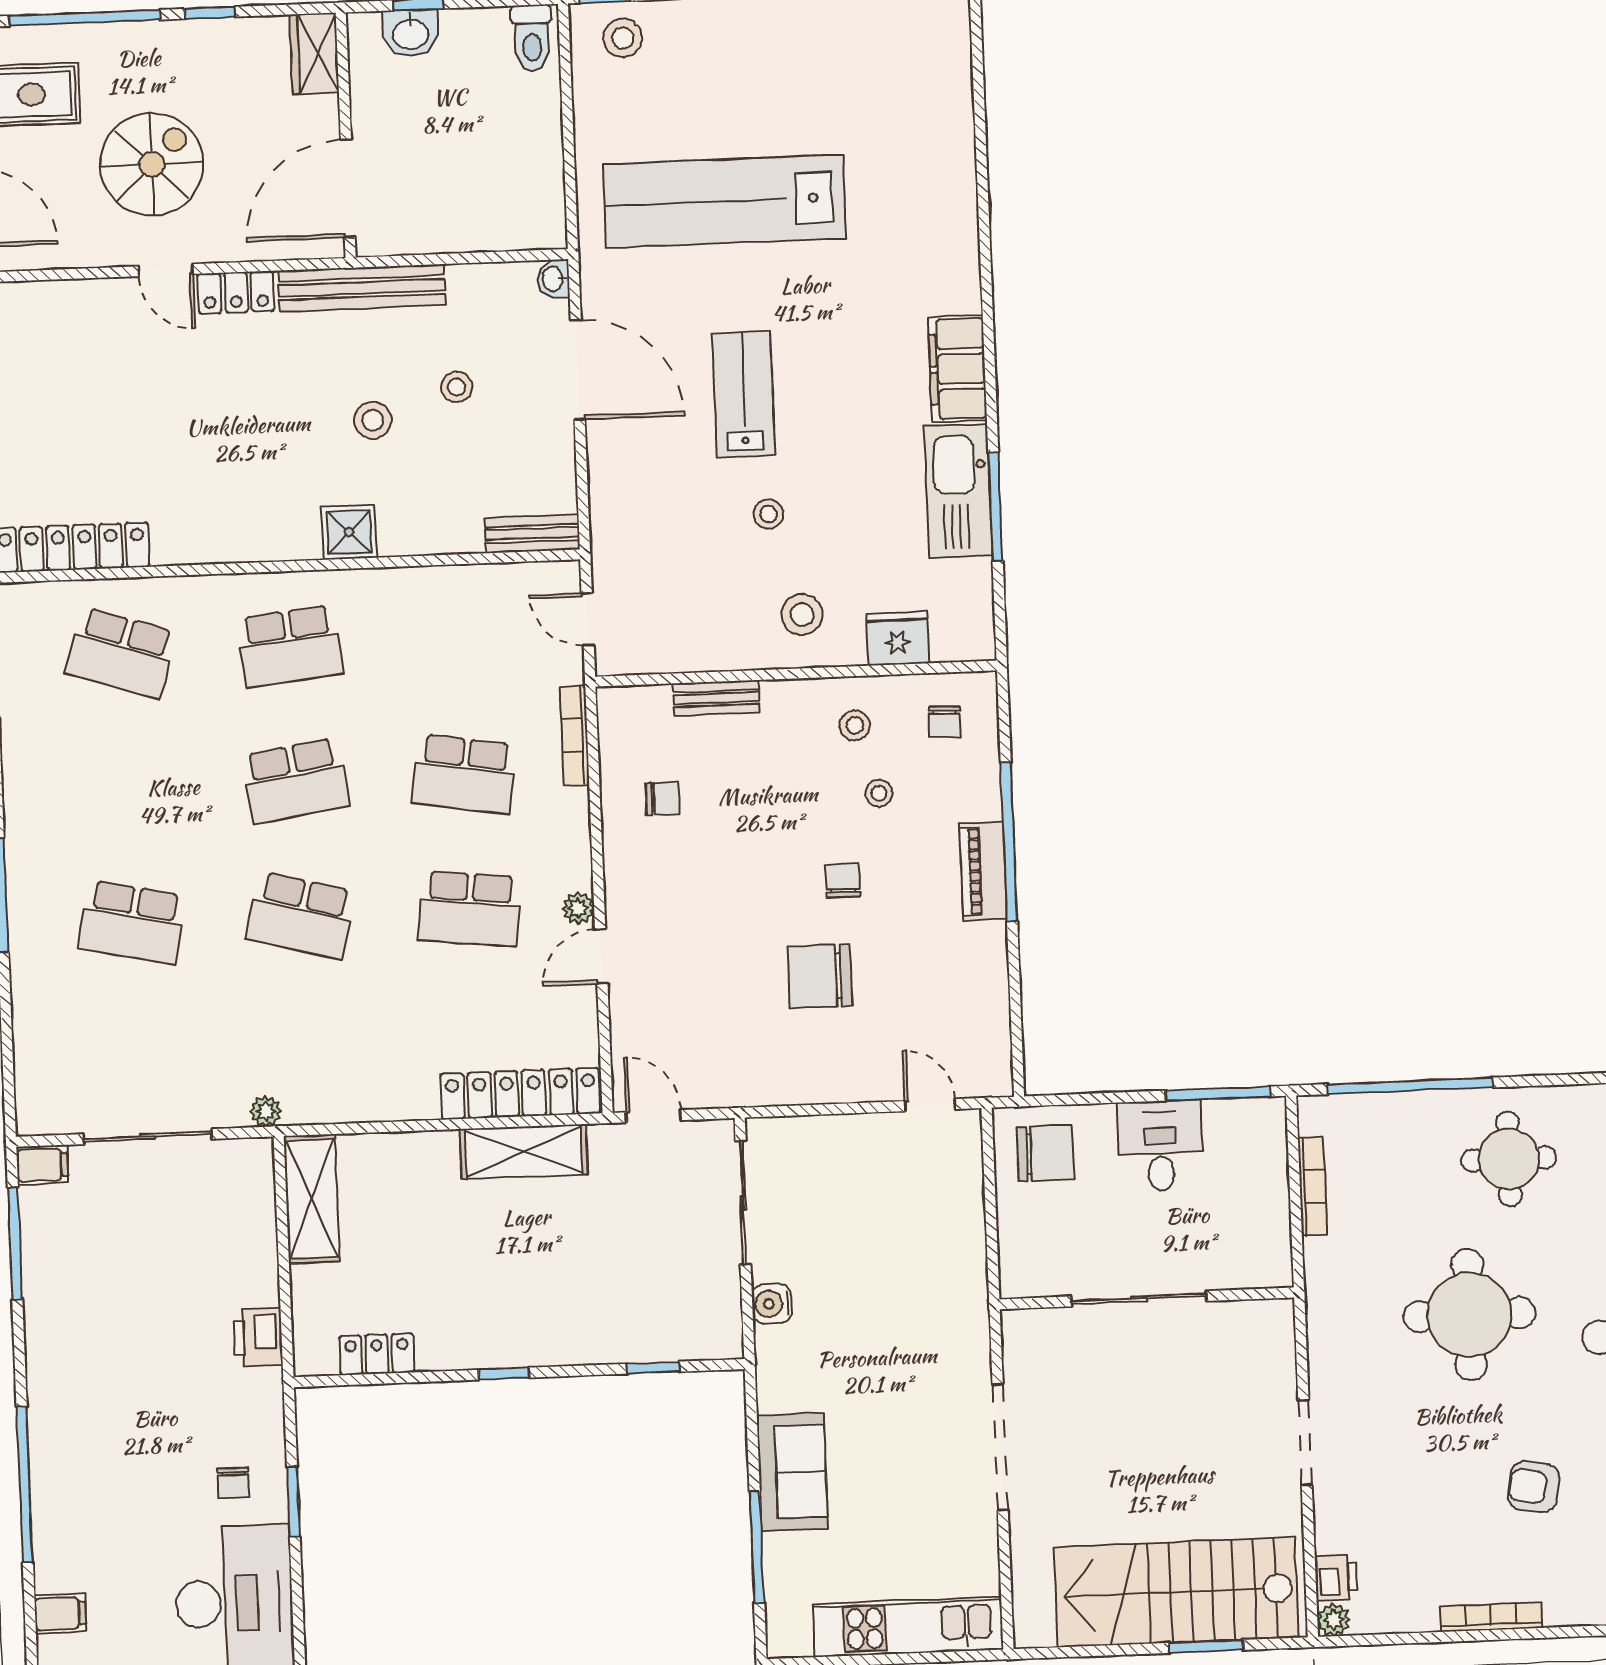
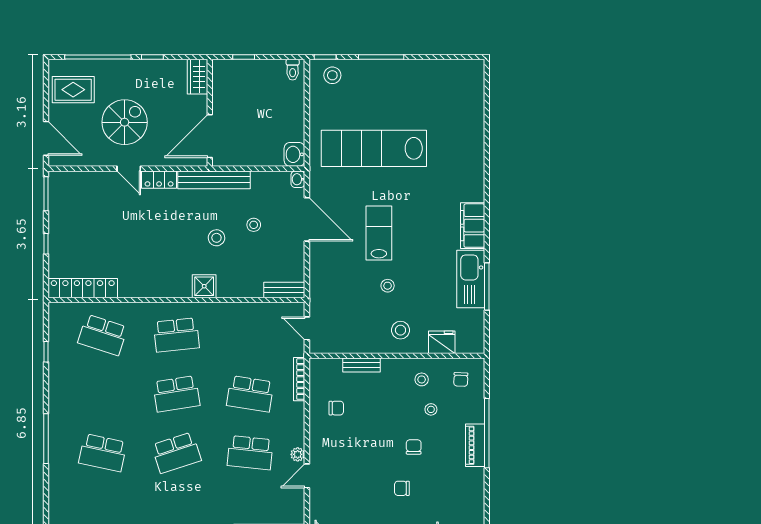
washbasin: (411, 33) -> (294, 154), moved, turned 90
toilet: (532, 38) -> (293, 70), width x0.73, depth x0.72
school desk: (301, 915) -> (176, 453), turned -33
chair: (820, 976) -> (402, 488), width x0.54, depth x0.54

